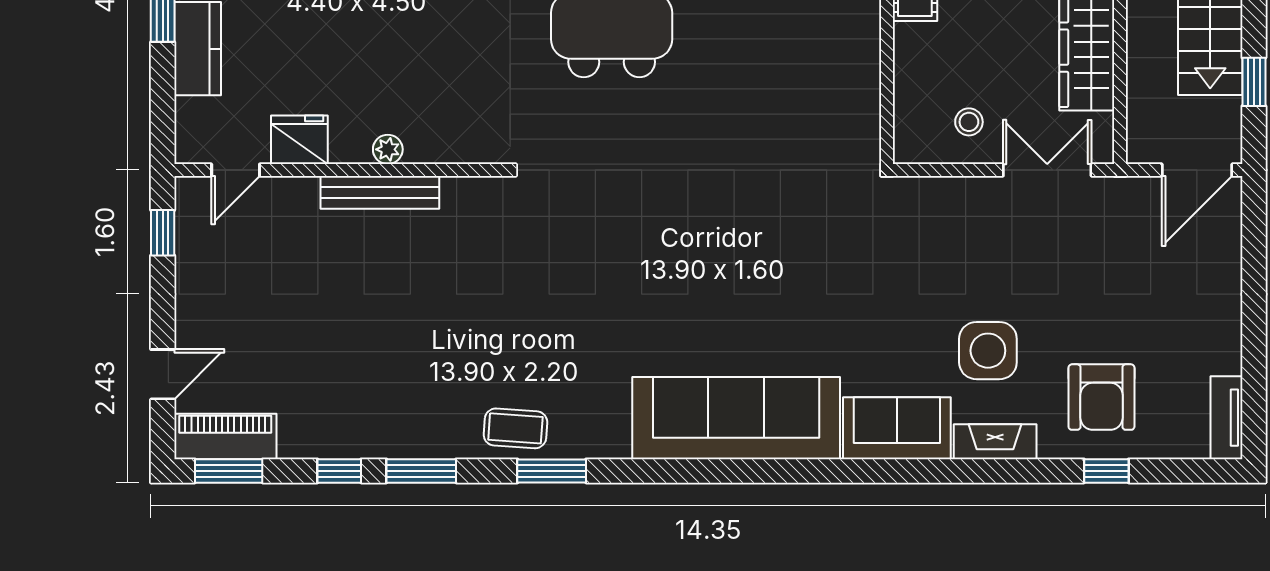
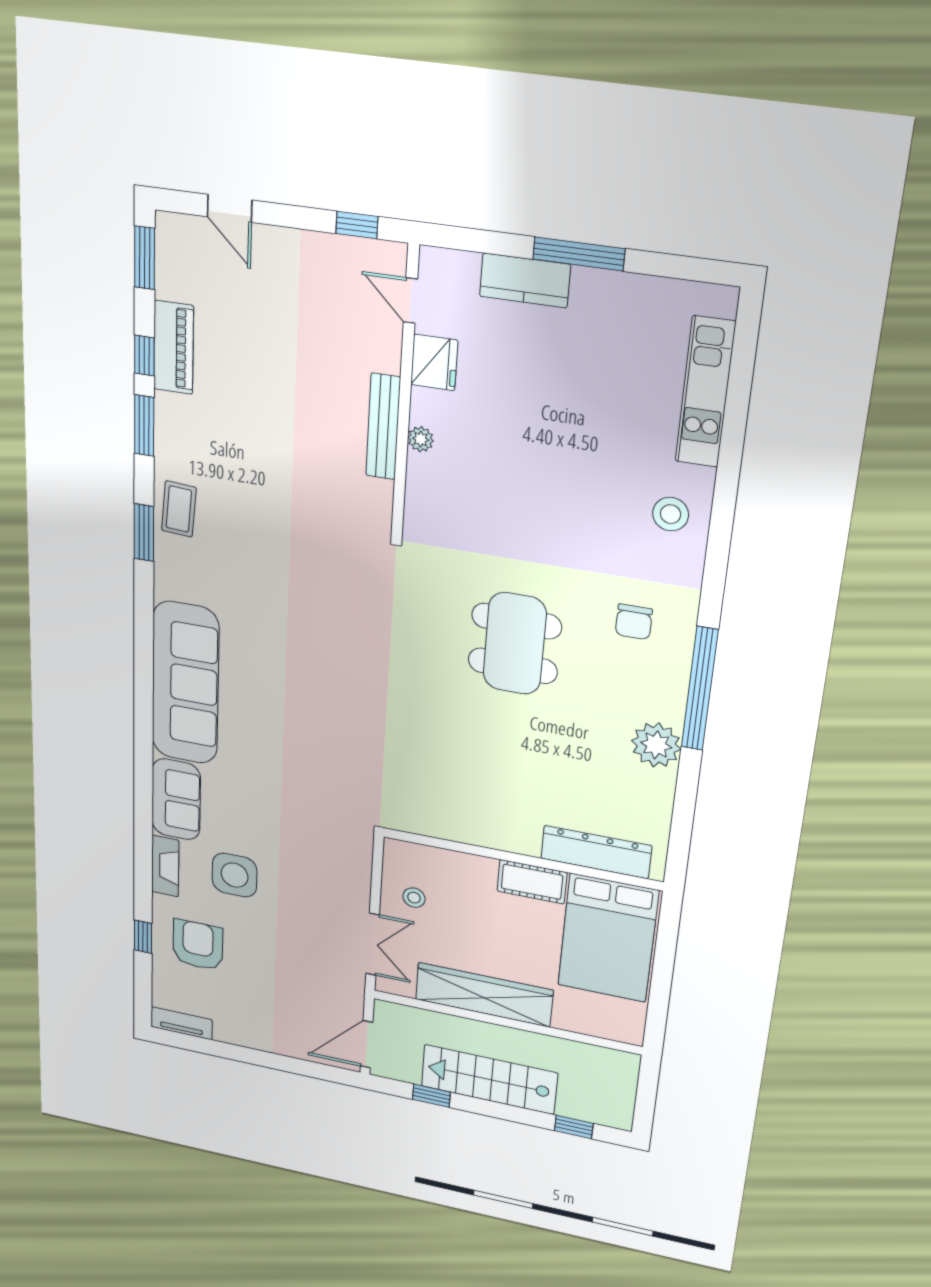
door: (1197, 170) -> (367, 1044), hinge flipped
armchair: (1101, 397) -> (198, 945), turned 90
piano: (225, 436) -> (174, 347), moved

